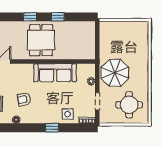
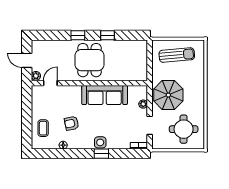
sun lounger: (123, 35) -> (177, 55), added
side table: (68, 114) -> (100, 142), moved

